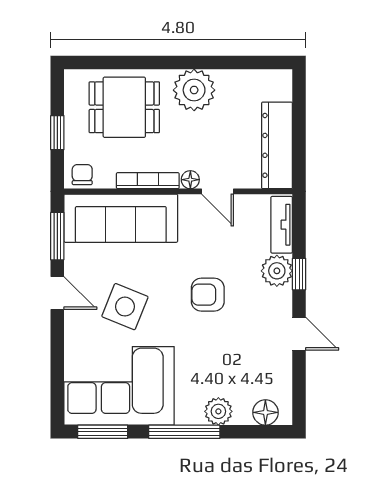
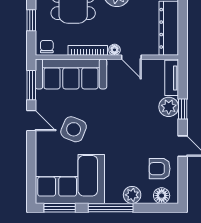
armchair: (208, 295) -> (160, 169), moved

